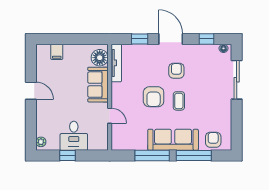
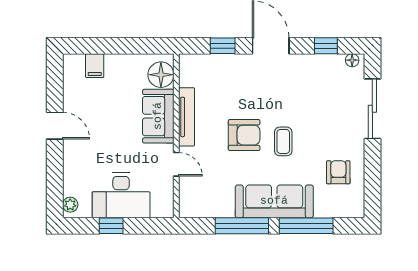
tv unit: (116, 63) -> (187, 117), moved
armchair: (176, 71) -> (279, 95), removed
armchair: (154, 97) -> (244, 135), turned -90
desk: (74, 136) -> (121, 195), width x1.37
armchair: (213, 140) -> (338, 172), moved

